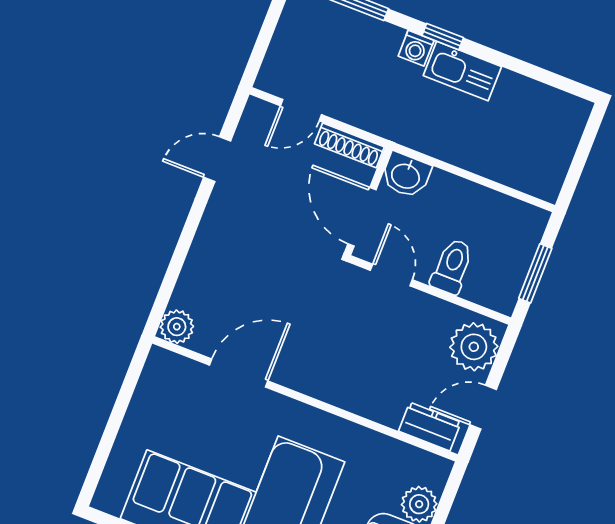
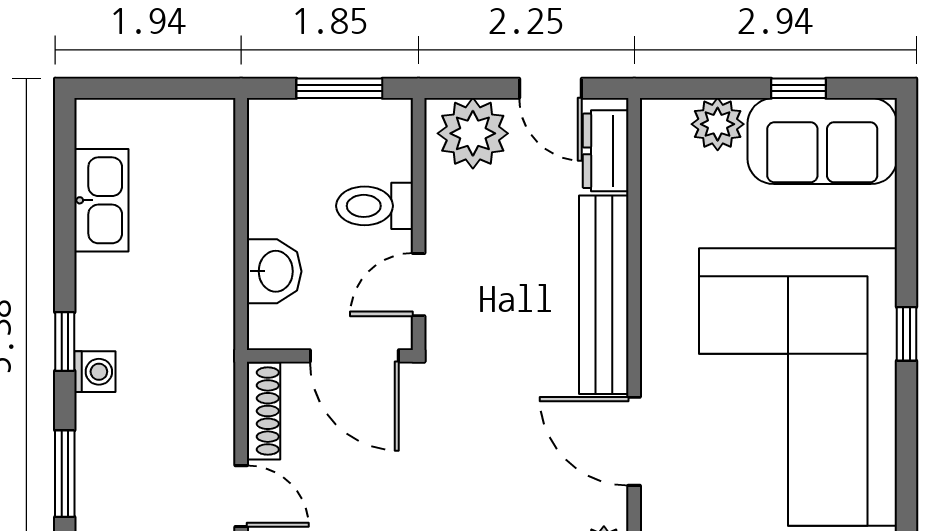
kitchen sink: (462, 71) -> (101, 200), moved
washbasin: (406, 175) -> (274, 271), moved
door: (362, 217) -> (354, 356), hinge flipped
bench: (339, 390) -> (604, 295), added

